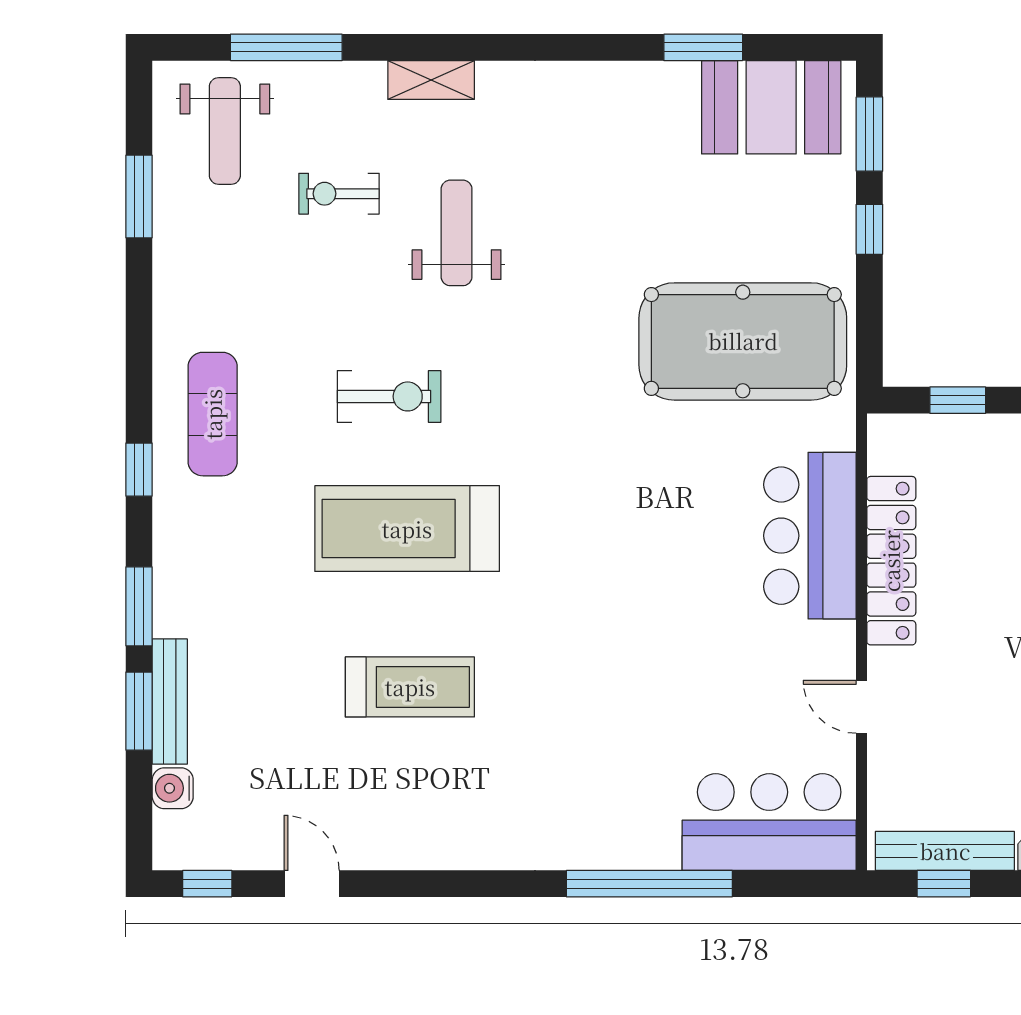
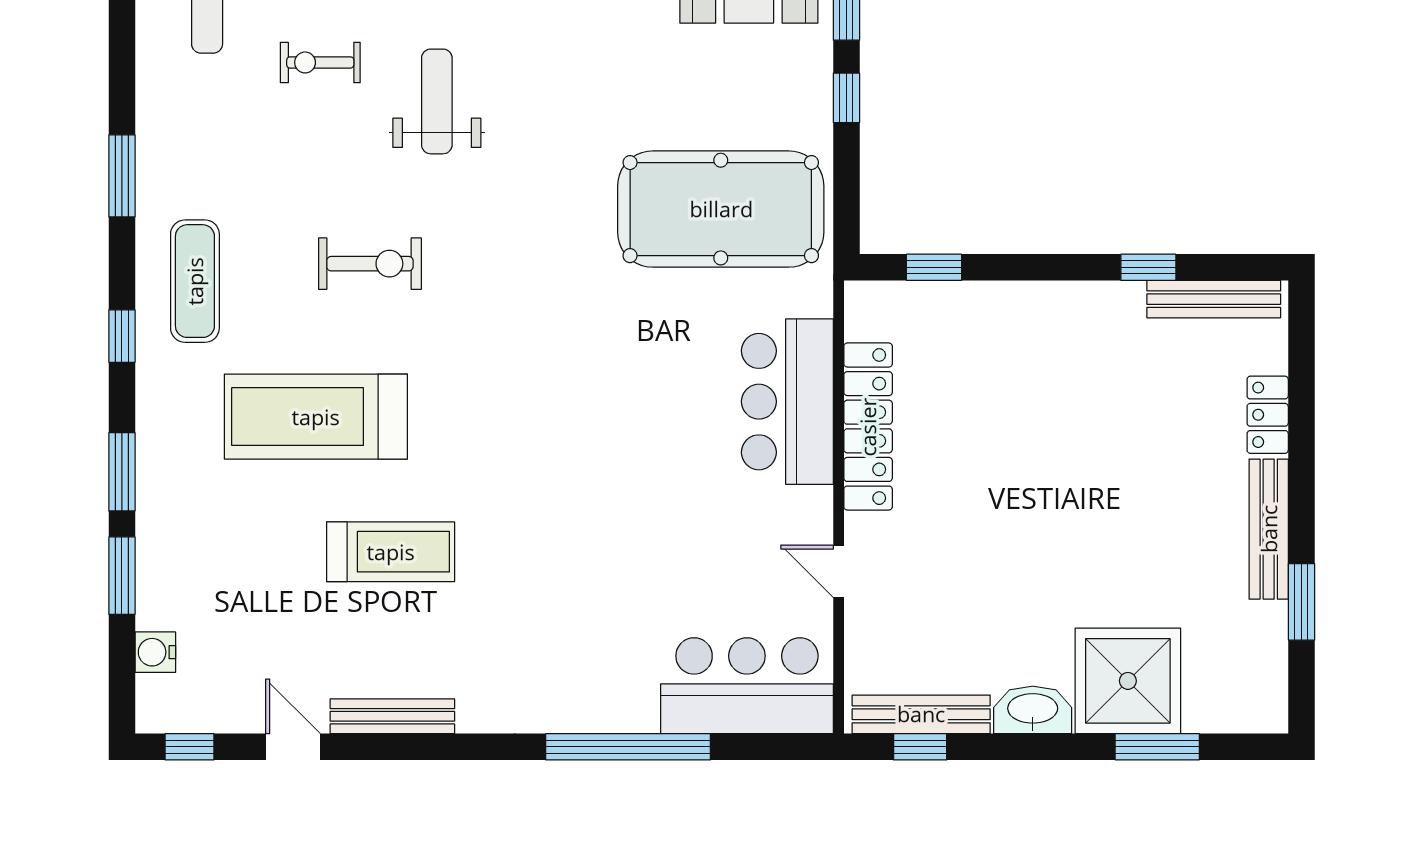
window: (139, 196) -> (122, 176), moved
treadmill: (407, 529) -> (316, 417), moved
bench: (170, 702) -> (392, 716), moved, turned 90

